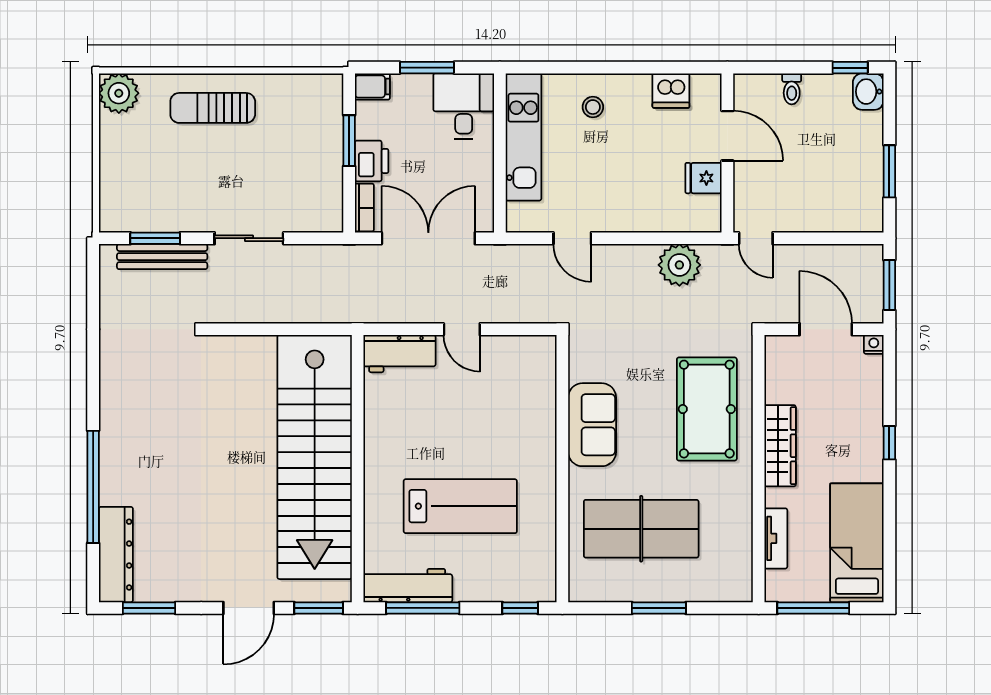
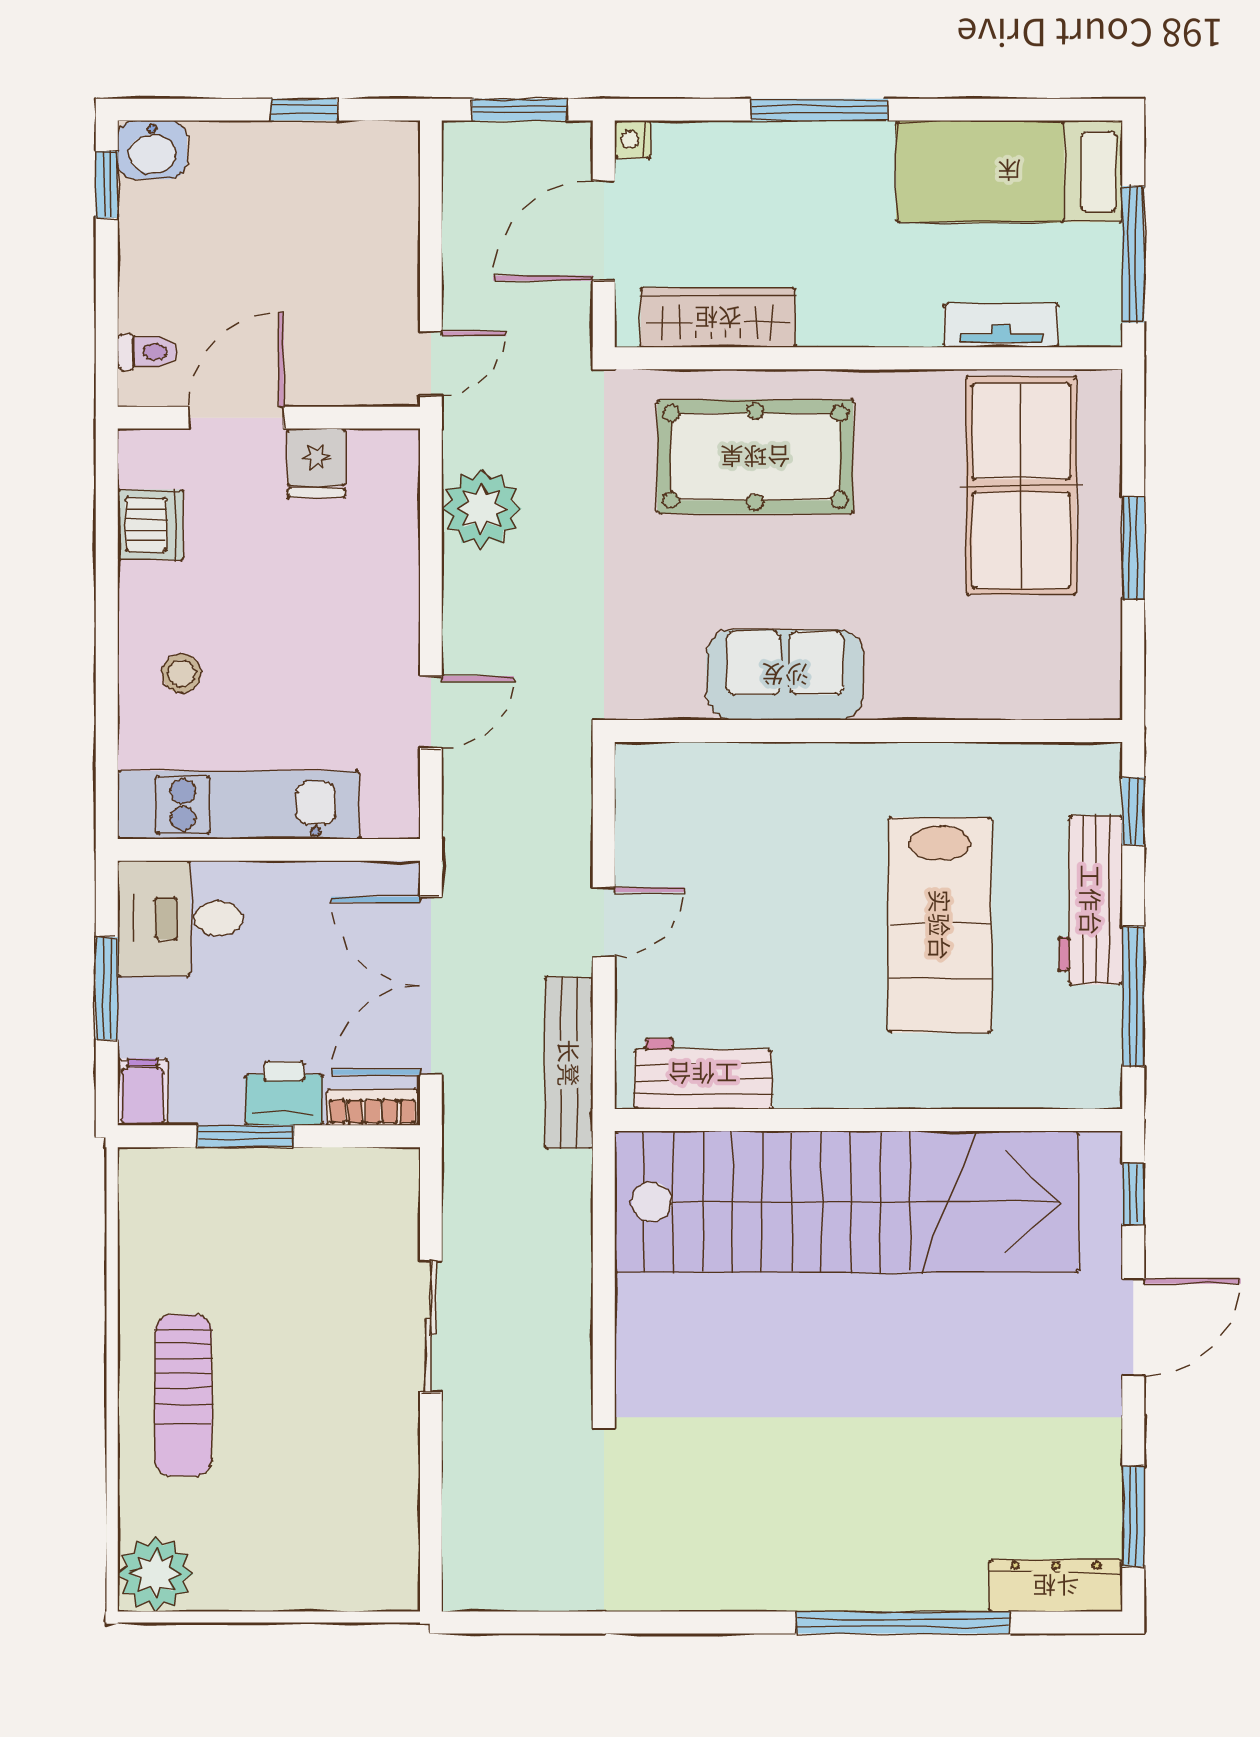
toilet: (792, 89) -> (147, 352), moved
window: (889, 171) -> (304, 110), width x0.67
window: (155, 238) -> (431, 1505), removed
bench: (162, 257) -> (569, 1063), moved
workbench: (399, 354) -> (703, 1074), moved, turned -90
window: (889, 443) -> (820, 110), width x2.17
wardrobe: (780, 446) -> (718, 318), moved
lab bench: (460, 506) -> (940, 925), turned 180
table tennis table: (641, 529) -> (1021, 486), moved
dresser: (116, 555) -> (1056, 1586), width x0.73, depth x0.80
workbench: (408, 586) -> (1091, 900), moved
door: (249, 608) -> (1133, 1327), hinge flipped
window: (319, 608) -> (1133, 1194), width x0.67

